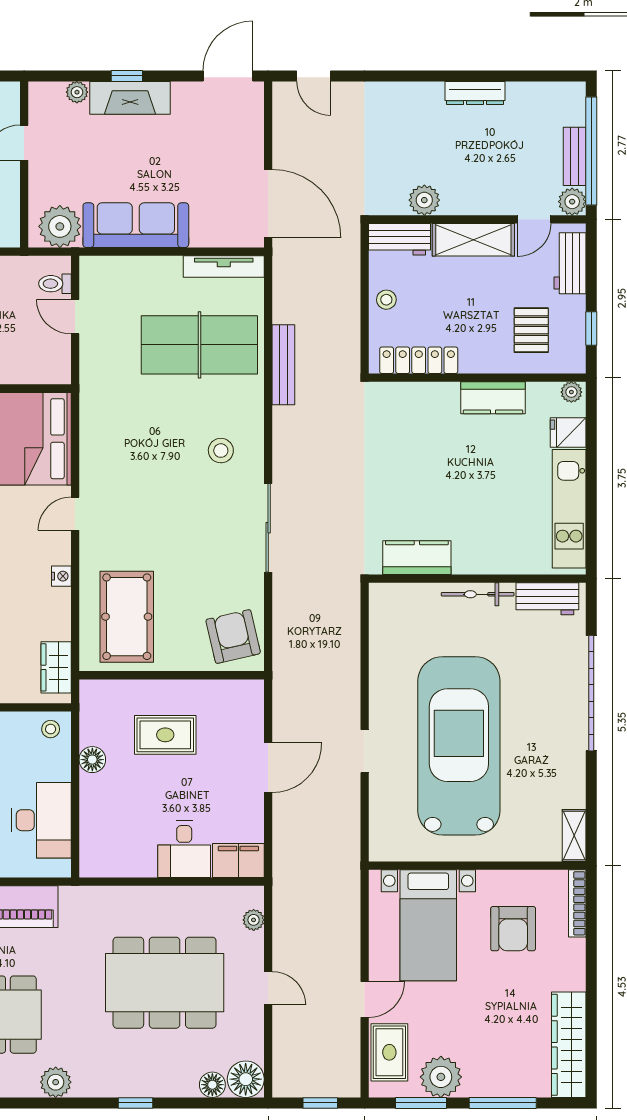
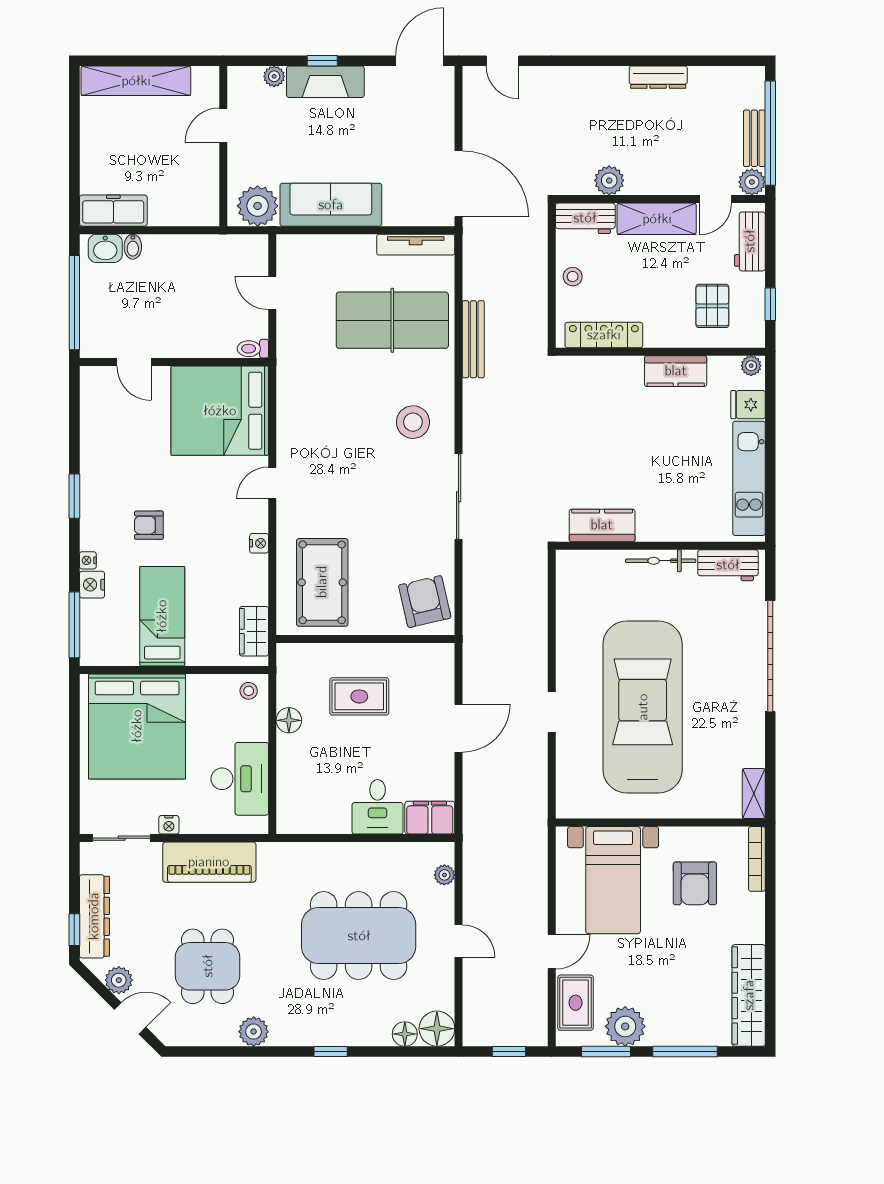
toilet: (55, 284) -> (253, 349), moved
stool: (221, 451) -> (413, 422), width x1.38, depth x1.38

